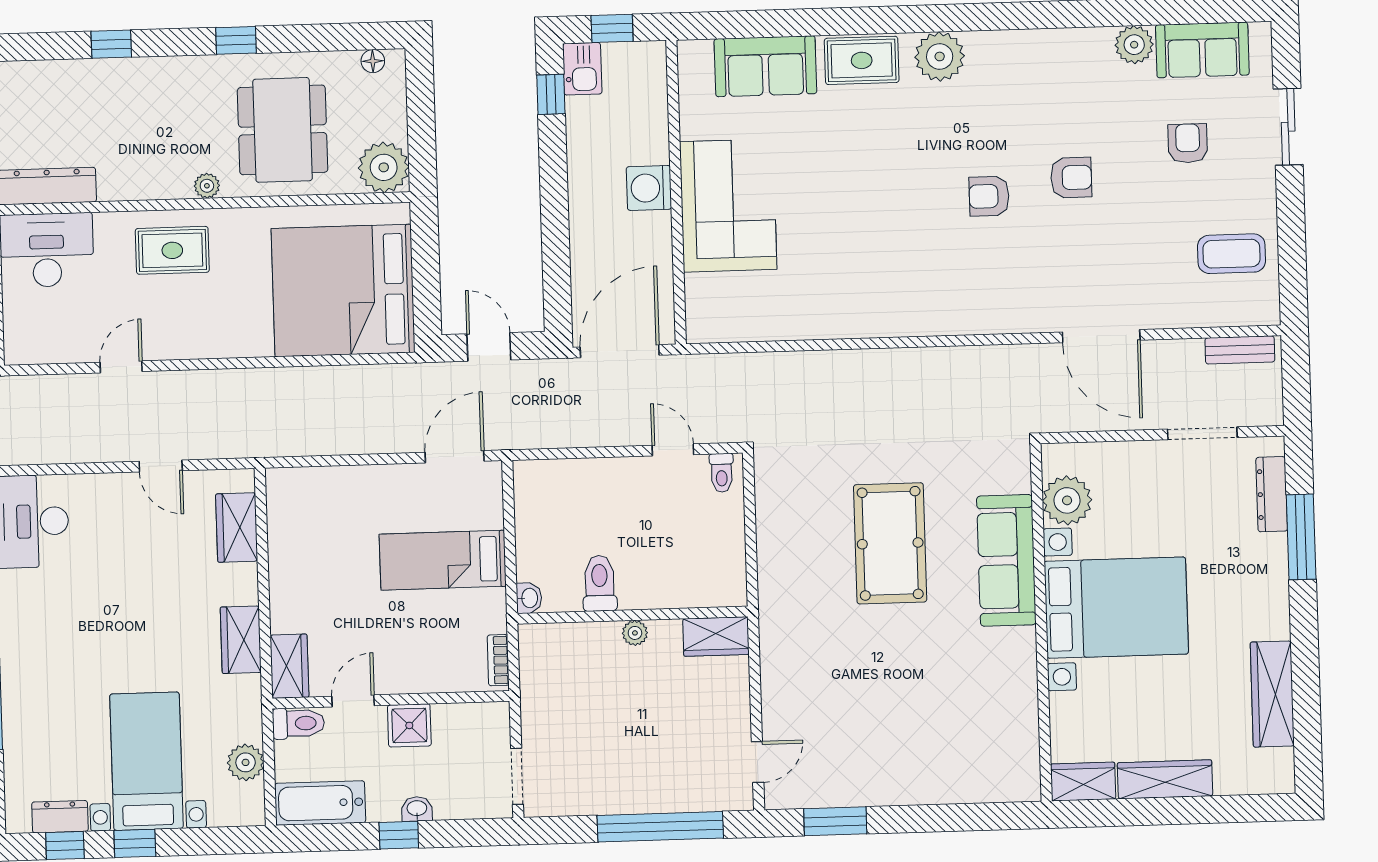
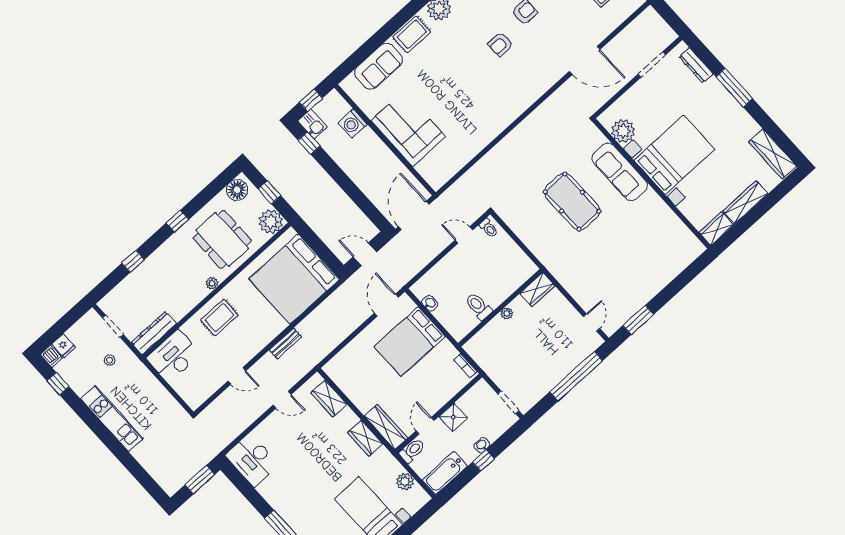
floor lamp: (373, 61) -> (237, 190), width x1.89, depth x1.89
window: (421, 119) -> (269, 192), added
washing machine: (649, 188) -> (353, 123), moved
bench: (1240, 350) -> (285, 344), moved
door: (121, 367) -> (237, 376), swing flipped
window: (1301, 537) -> (734, 88), moved
bed: (443, 560) -> (410, 342), width x1.50
washbasin: (529, 598) -> (430, 303), moved
wardrobe: (289, 666) -> (386, 427), width x1.50
wardrobe: (1272, 694) -> (773, 154), moved

